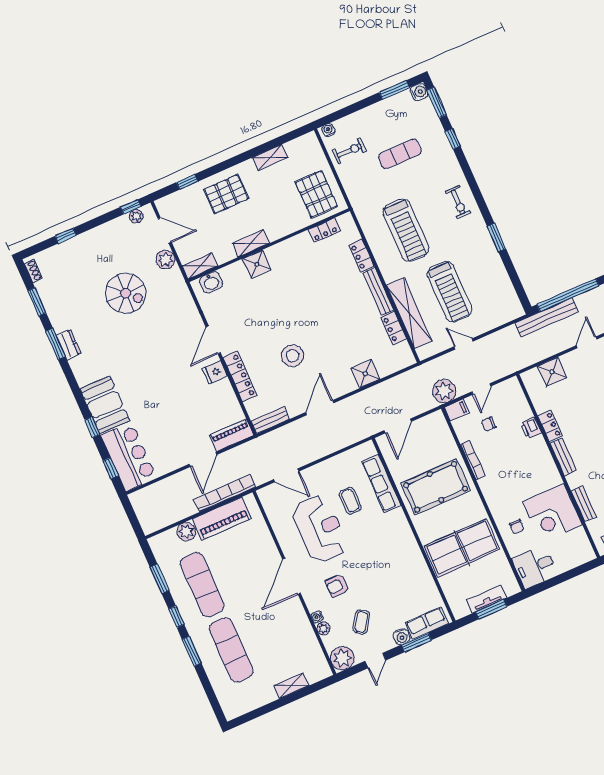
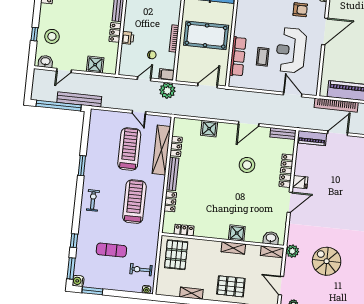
plant: (166, 259) -> (292, 251), moved

